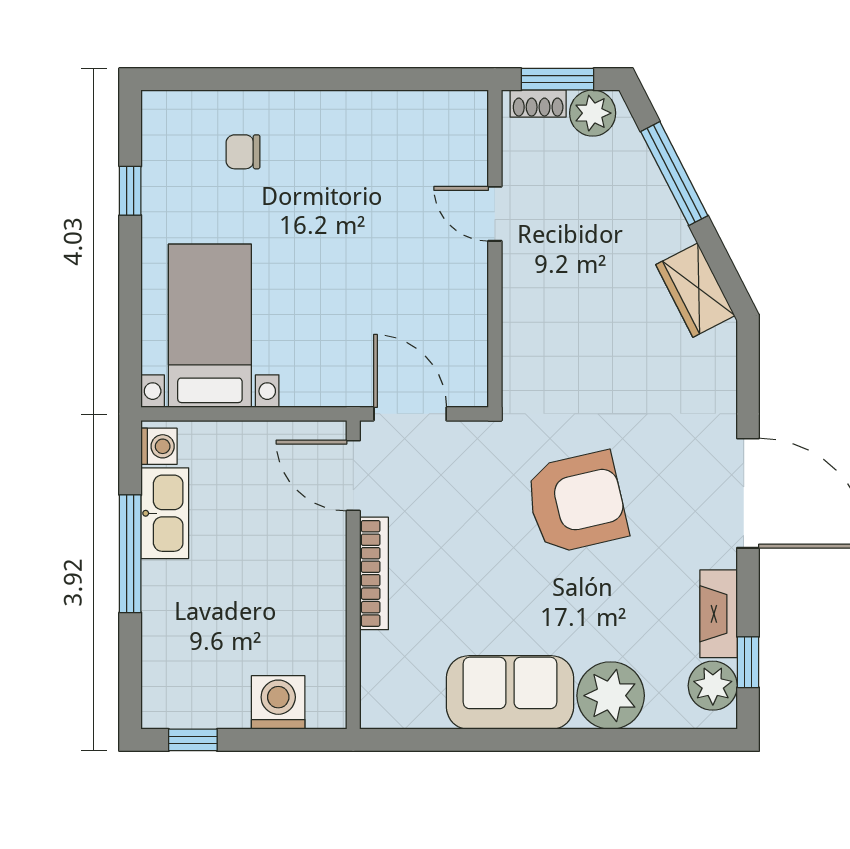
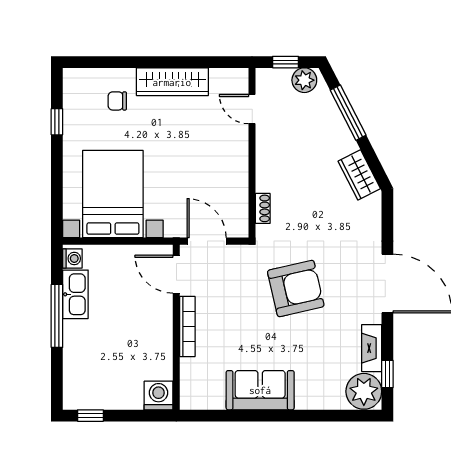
window: (557, 79) -> (285, 62), width x0.67
shoe rack: (538, 104) -> (263, 208), moved, turned -90
wardrobe: (346, 116) -> (172, 82), added
door: (495, 214) -> (252, 109), moved
bed with nightstands: (210, 326) -> (113, 194), width x1.36
plant: (713, 686) -> (364, 391), width x1.36, depth x1.36
plant: (611, 696) -> (314, 392), removed
washing machine: (278, 702) -> (159, 396), moved

